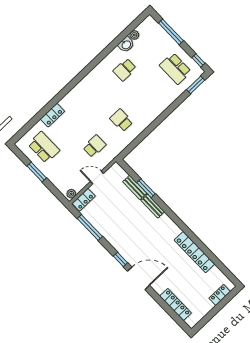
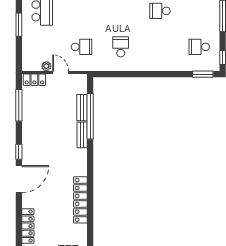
school desk: (175, 68) -> (199, 47), width x0.54
window: (146, 188) -> (90, 116), width x2.11
plant: (71, 194) -> (46, 66), moved
door: (139, 278) -> (19, 179), hinge flipped

